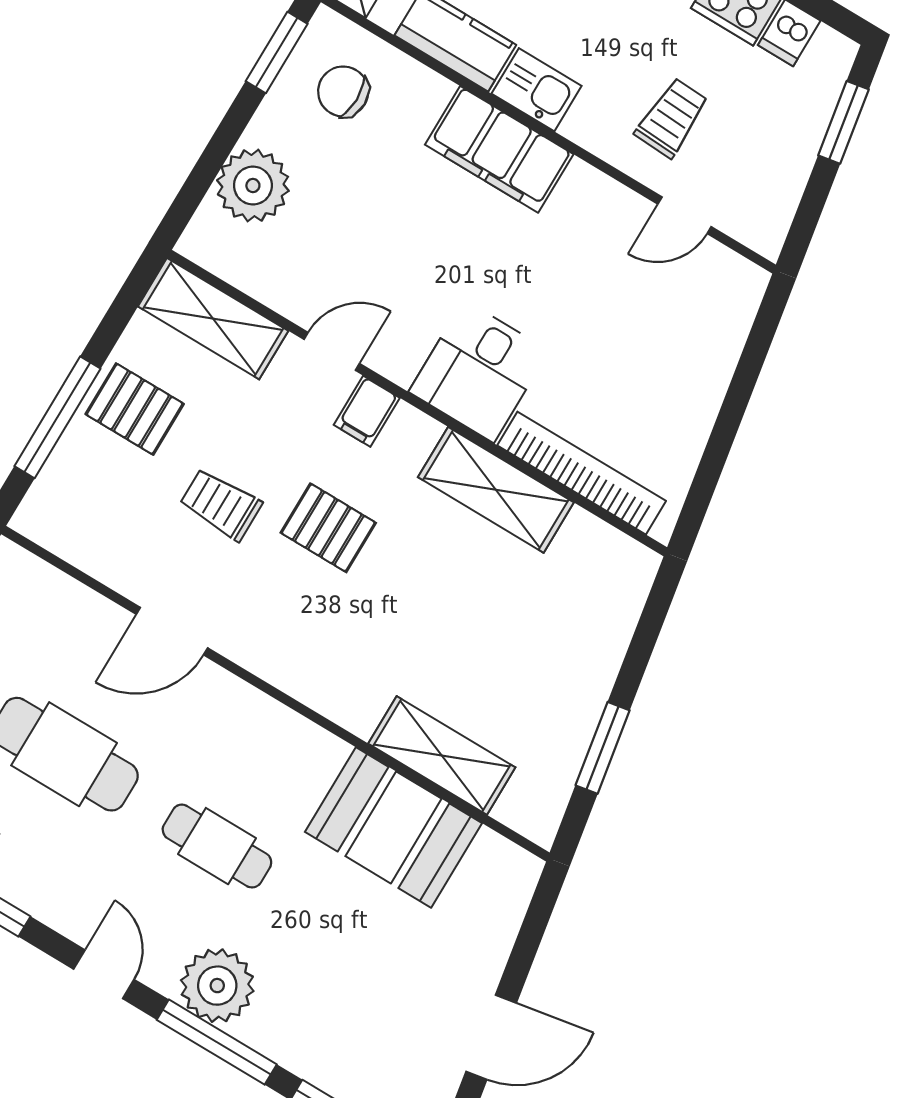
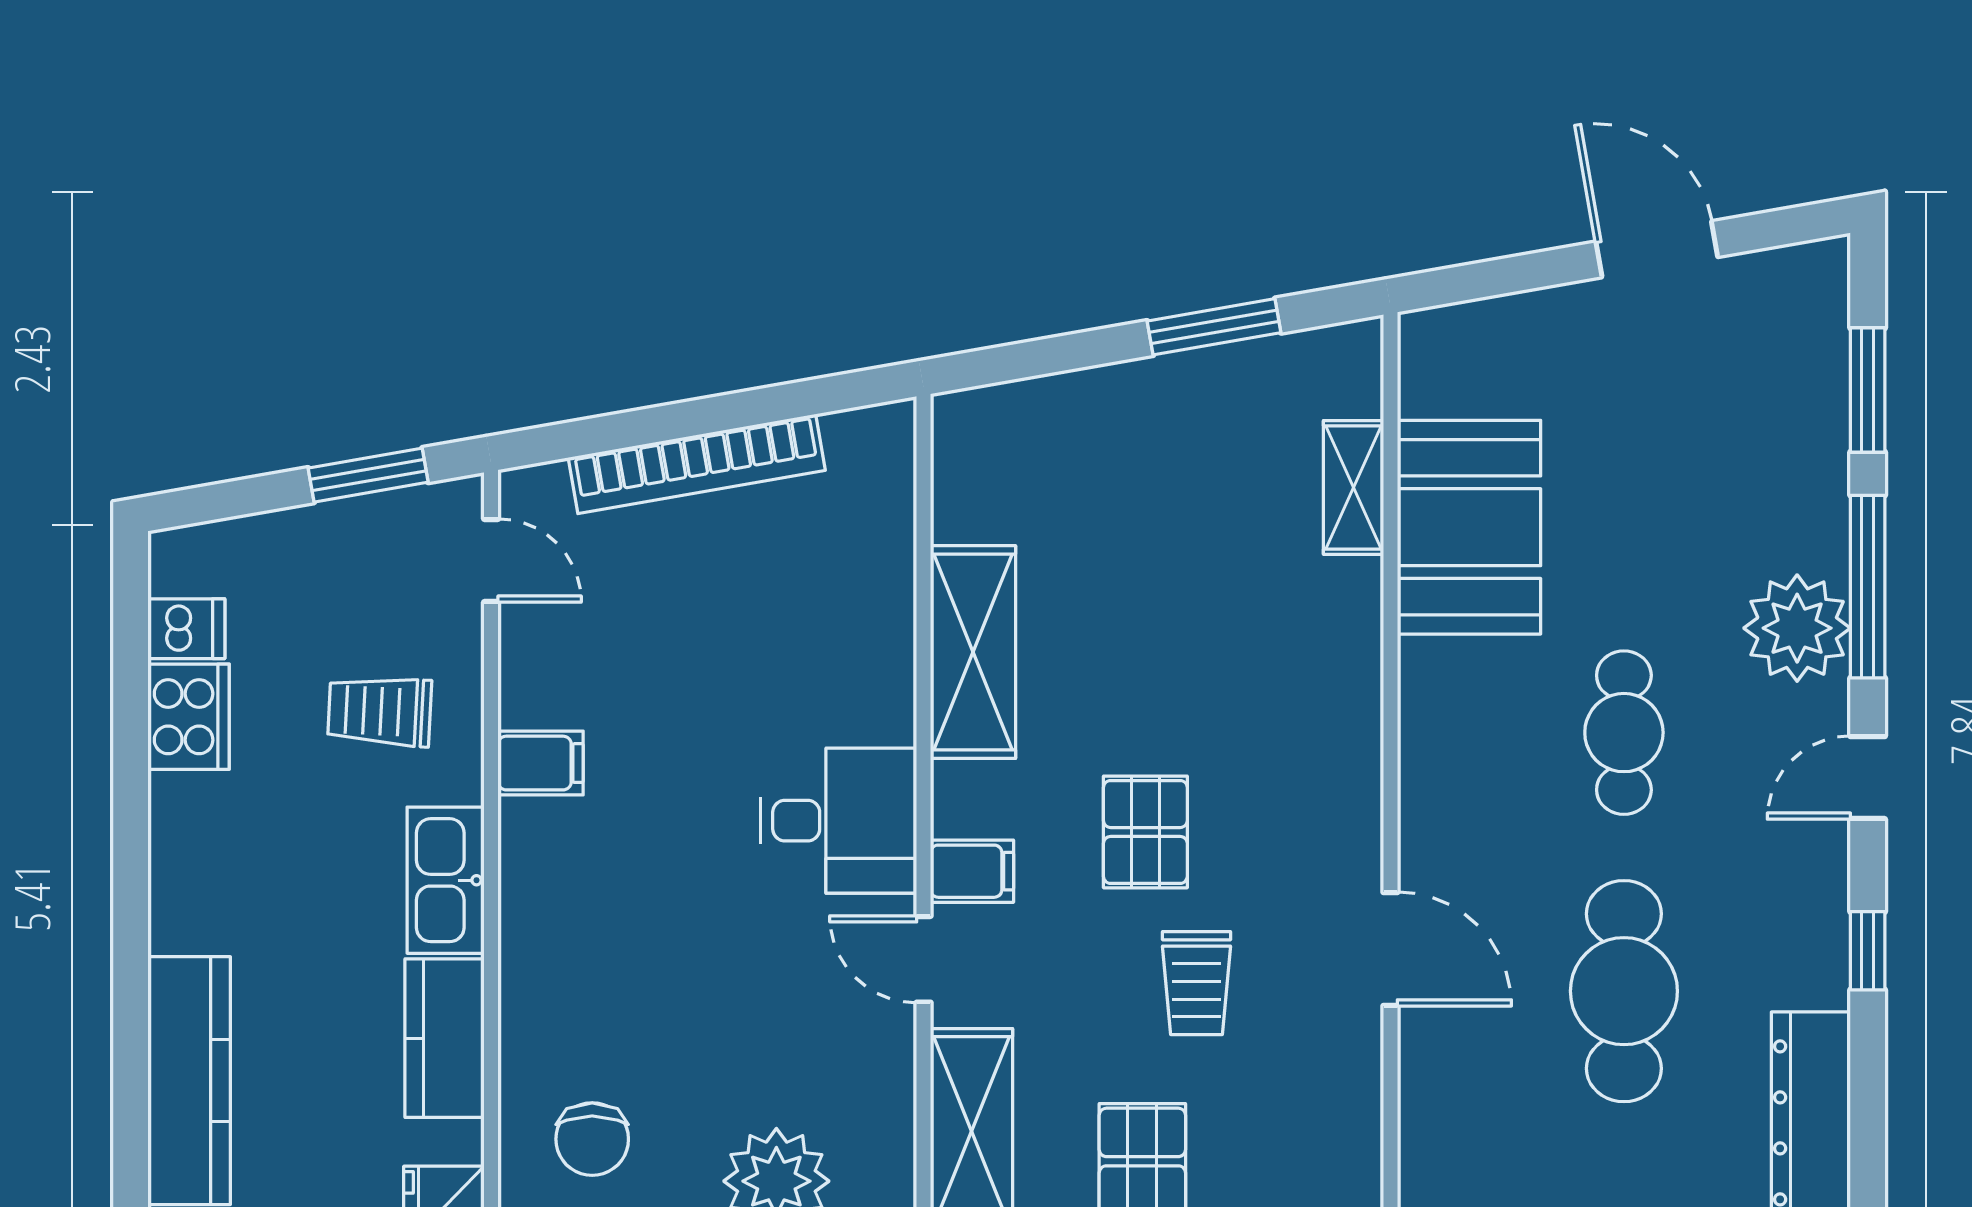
kitchen sink: (537, 90) -> (446, 880), width x1.38
window: (843, 122) -> (368, 475), moved
filing cabinet: (499, 149) -> (541, 763), moved, width x0.33, depth x0.86
door: (685, 215) -> (491, 560), moved
desk: (479, 371) -> (838, 821), moved
bookcase: (582, 473) -> (697, 464), moved, turned -100
shelving: (442, 755) -> (1354, 487), width x0.67, depth x0.75

